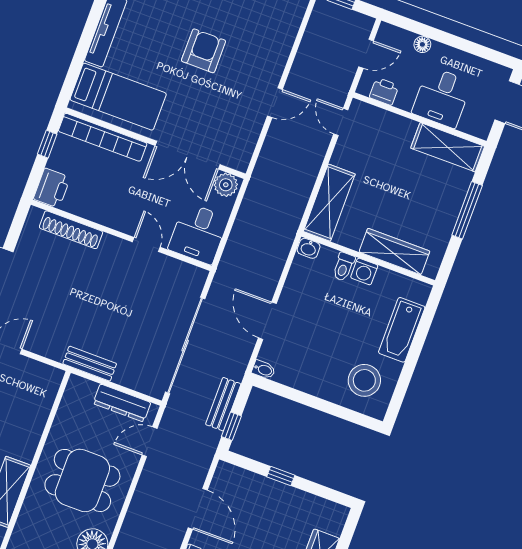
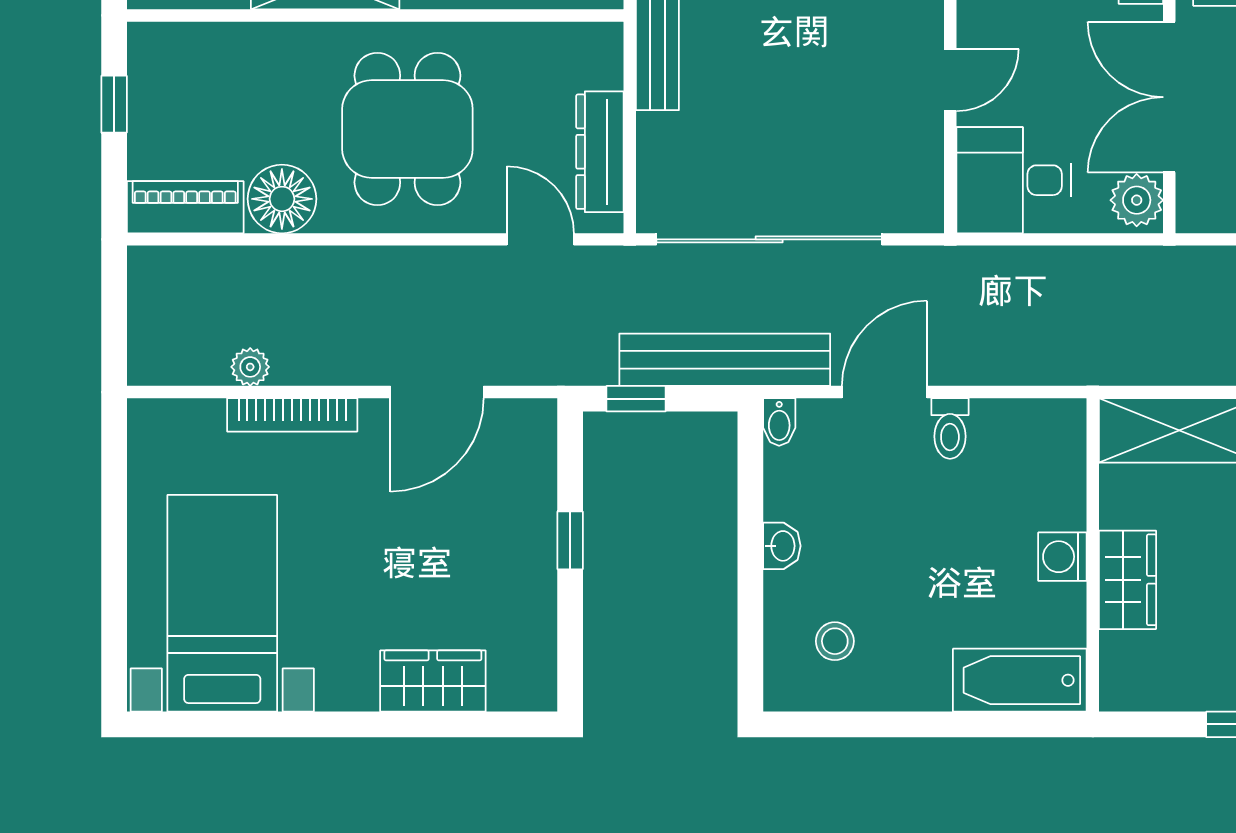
washbasin: (309, 248) -> (782, 546), moved, turned 180
wardrobe: (394, 252) -> (1128, 580), width x0.67
toilet: (344, 267) -> (950, 428), moved, turned -90
bathtub: (402, 330) -> (1020, 680), moved
stool: (364, 380) -> (835, 641), width x0.53, depth x0.53
bench: (223, 404) -> (725, 360), width x1.86, depth x1.21

